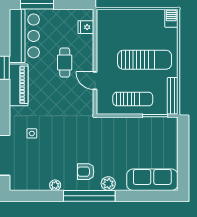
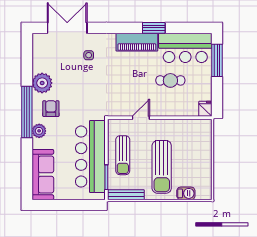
barbecue: (171, 18) -> (186, 193), moved
fridge: (86, 27) -> (205, 109), moved
cafe table: (65, 62) -> (170, 80), moved
bar counter: (134, 132) -> (90, 157), added
plant: (55, 185) -> (42, 83), width x1.88, depth x1.88

